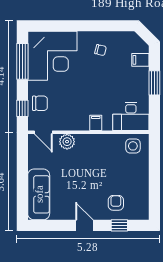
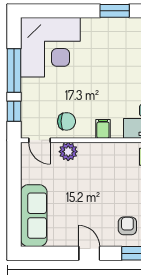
window: (105, 26) -> (115, 11), added
chair: (100, 50) -> (109, 40), removed
window: (22, 61) -> (14, 70), moved
chair: (40, 103) -> (67, 121), moved

